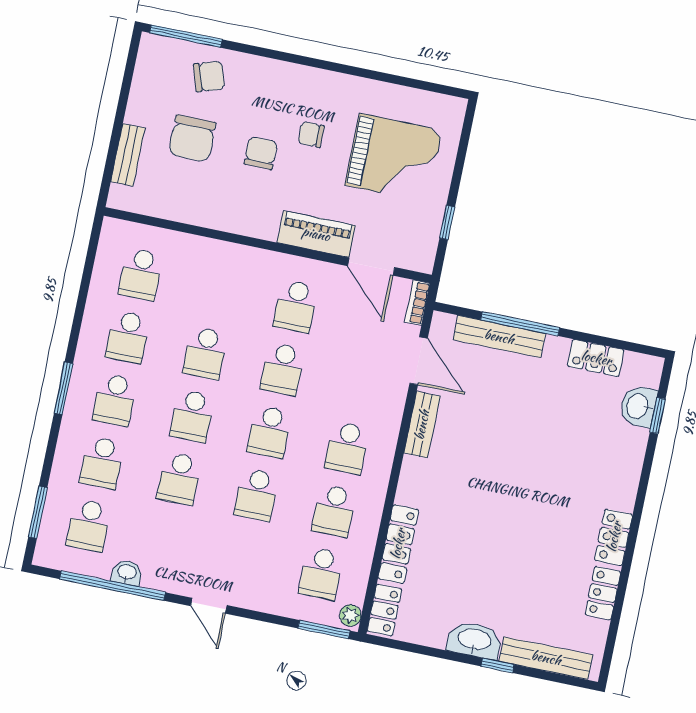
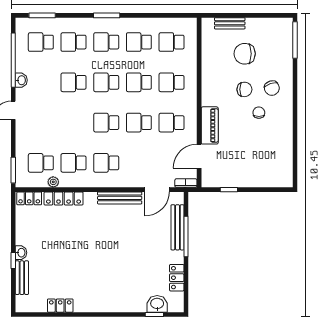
chair: (209, 76) -> (272, 88), moved
grand piano: (394, 158) -> (256, 156), removed
bench: (422, 425) -> (120, 198), width x1.36
school desk: (257, 495) -> (172, 82), moved
locker: (614, 537) -> (89, 305), removed
washbasin: (127, 573) -> (21, 80), moved
plant: (350, 615) -> (53, 182), moved
washbasin: (474, 640) -> (21, 253), width x0.52, depth x0.69
bench: (546, 658) -> (22, 278), width x0.73

